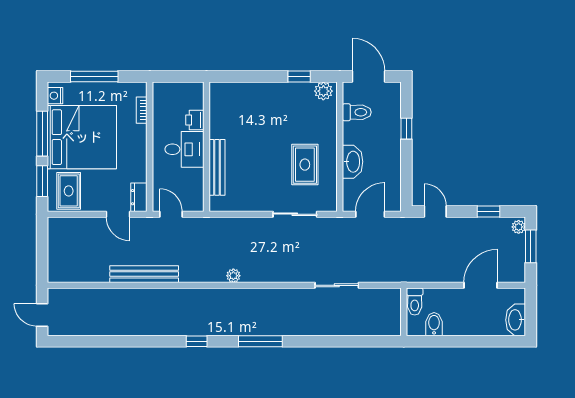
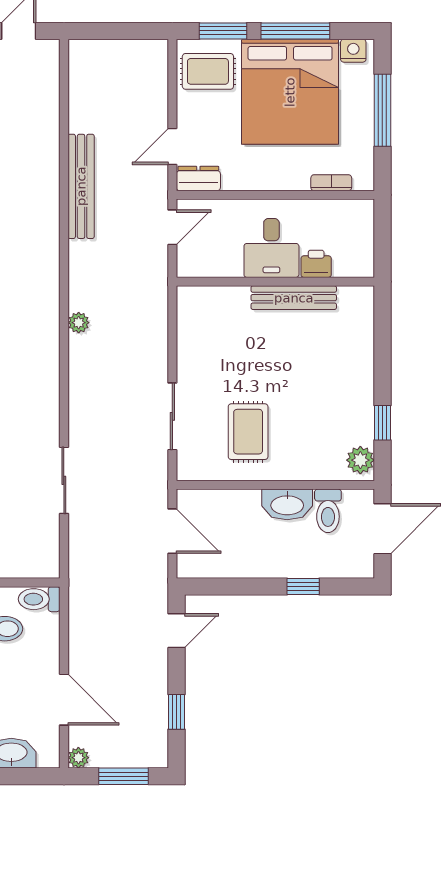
washbasin: (353, 162) -> (287, 504), moved
rug: (305, 165) -> (248, 432), turned 90
bench: (217, 167) -> (294, 298), moved
plant: (519, 227) -> (78, 758), moved

